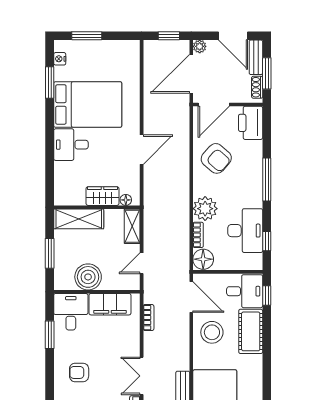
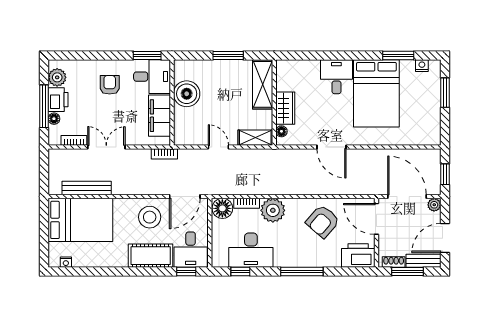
boiler: (88, 277) -> (187, 94), moved
wall: (97, 292) -> (172, 103), moved
filing cabinet: (110, 304) -> (159, 116), moved
desk: (71, 312) -> (152, 77), moved

